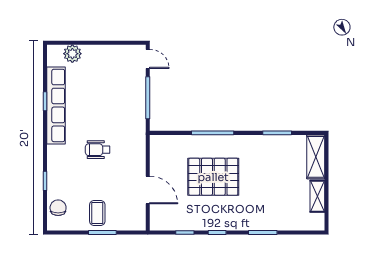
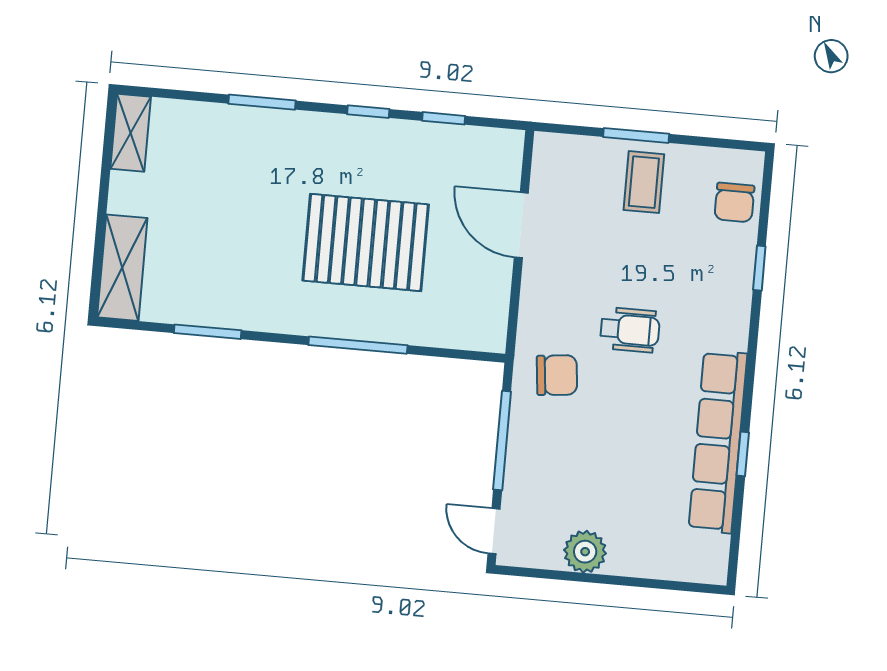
plant: (72, 54) -> (585, 552), moved
chair: (127, 128) -> (557, 375), added
shelving: (317, 196) -> (131, 133), moved

